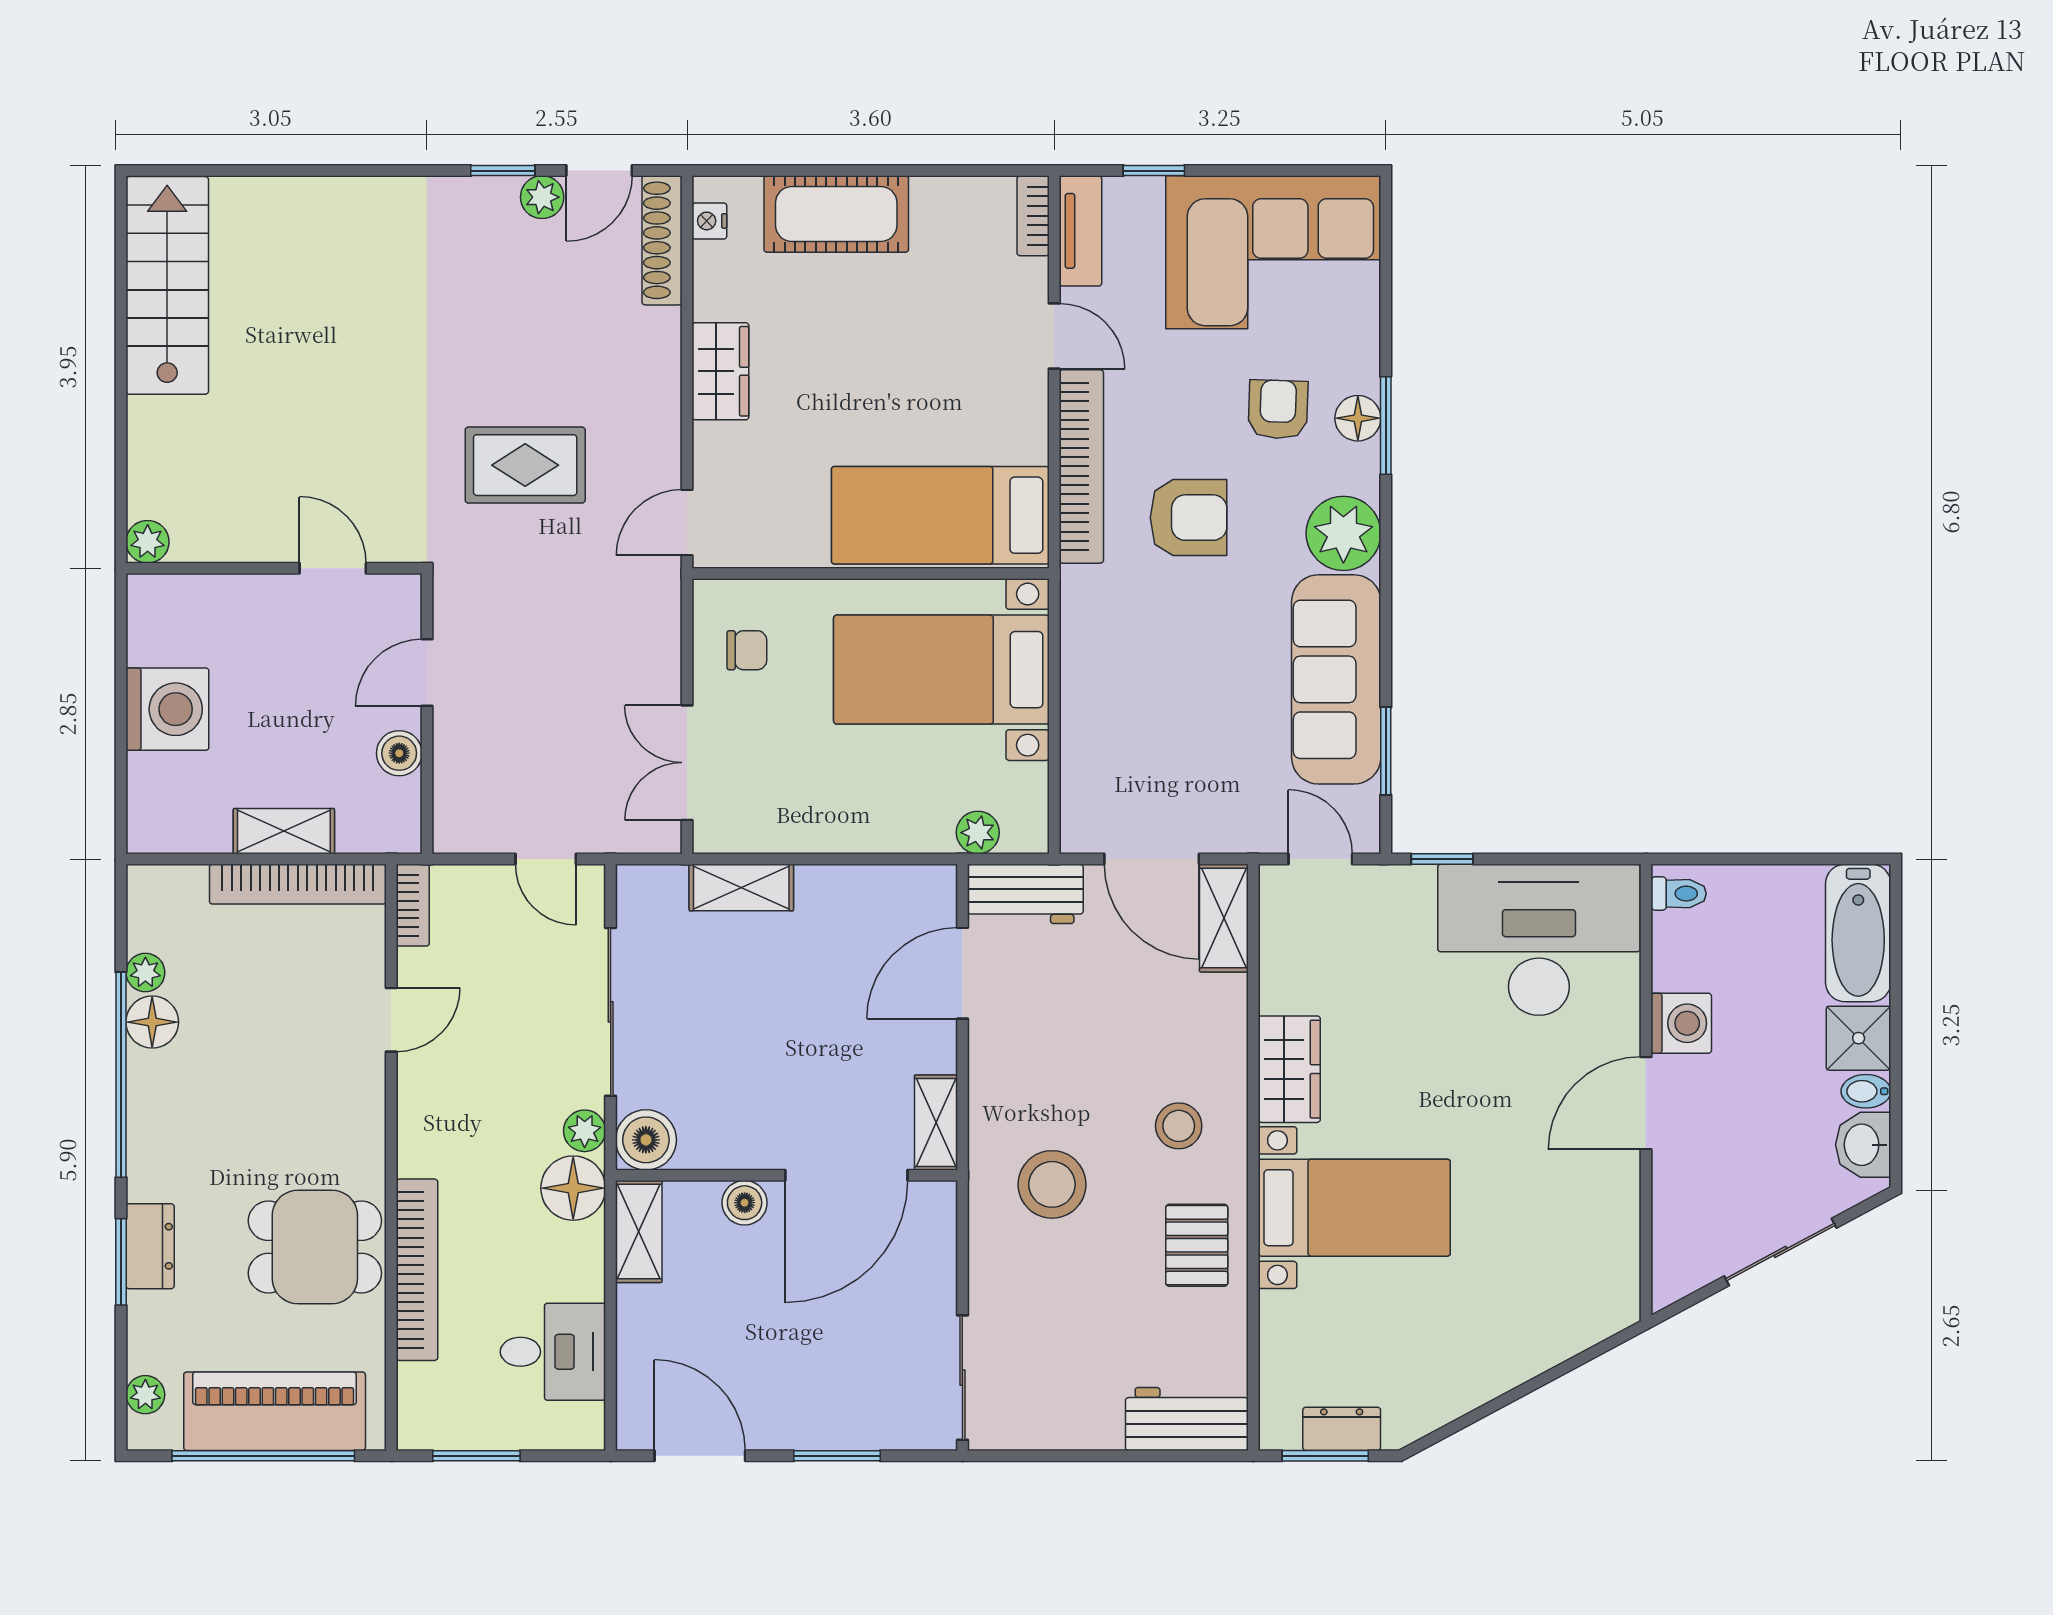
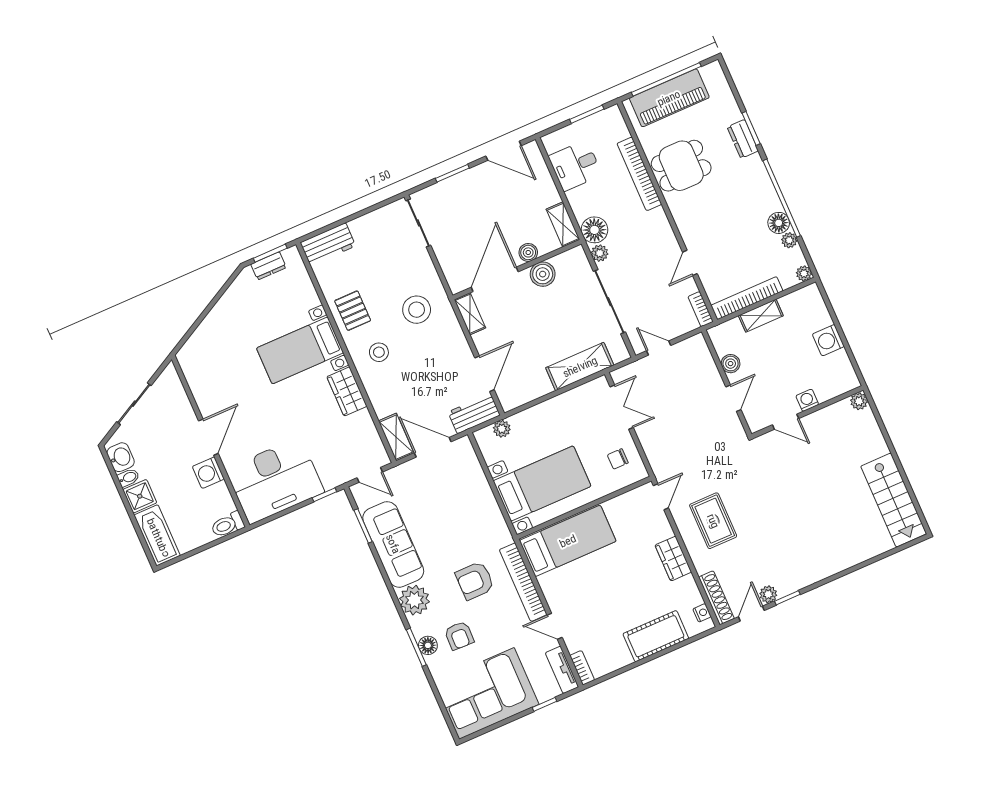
rug: (525, 465) -> (713, 521), moved, turned 90
washing machine: (263, 595) -> (807, 400), added
washing machine: (167, 709) -> (828, 340), width x0.73, depth x0.73
shelving: (741, 888) -> (580, 367), width x1.50, depth x1.33
toilet: (1679, 894) -> (228, 525), width x1.37, depth x1.39
boiler: (646, 1140) -> (543, 274), moved
plant: (145, 1395) -> (804, 273), moved

